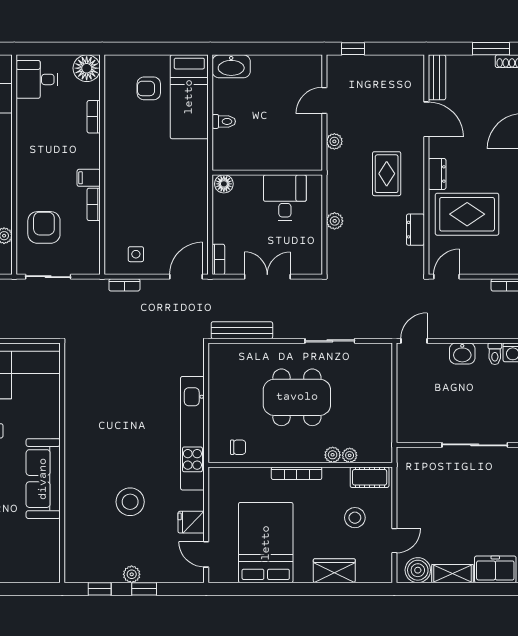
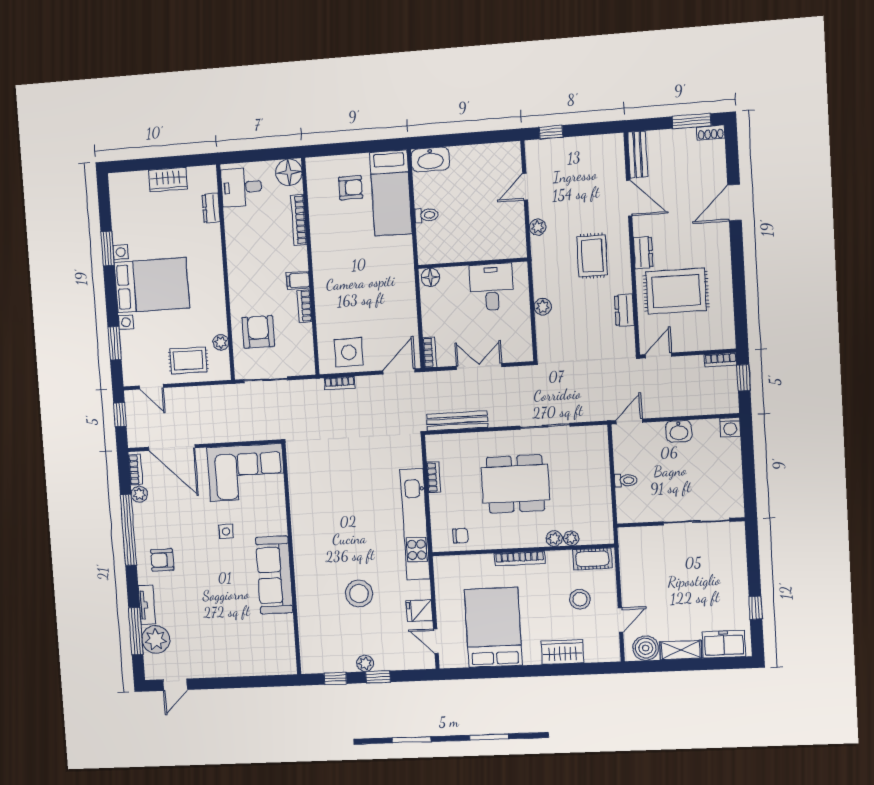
armchair: (149, 88) -> (351, 188), turned 180
bookcase: (94, 117) -> (299, 220), width x1.56
side table: (136, 254) -> (349, 352), width x1.87, depth x1.87
toilet: (495, 354) -> (626, 480), moved, turned -90
bookcase: (214, 386) -> (434, 477), added

